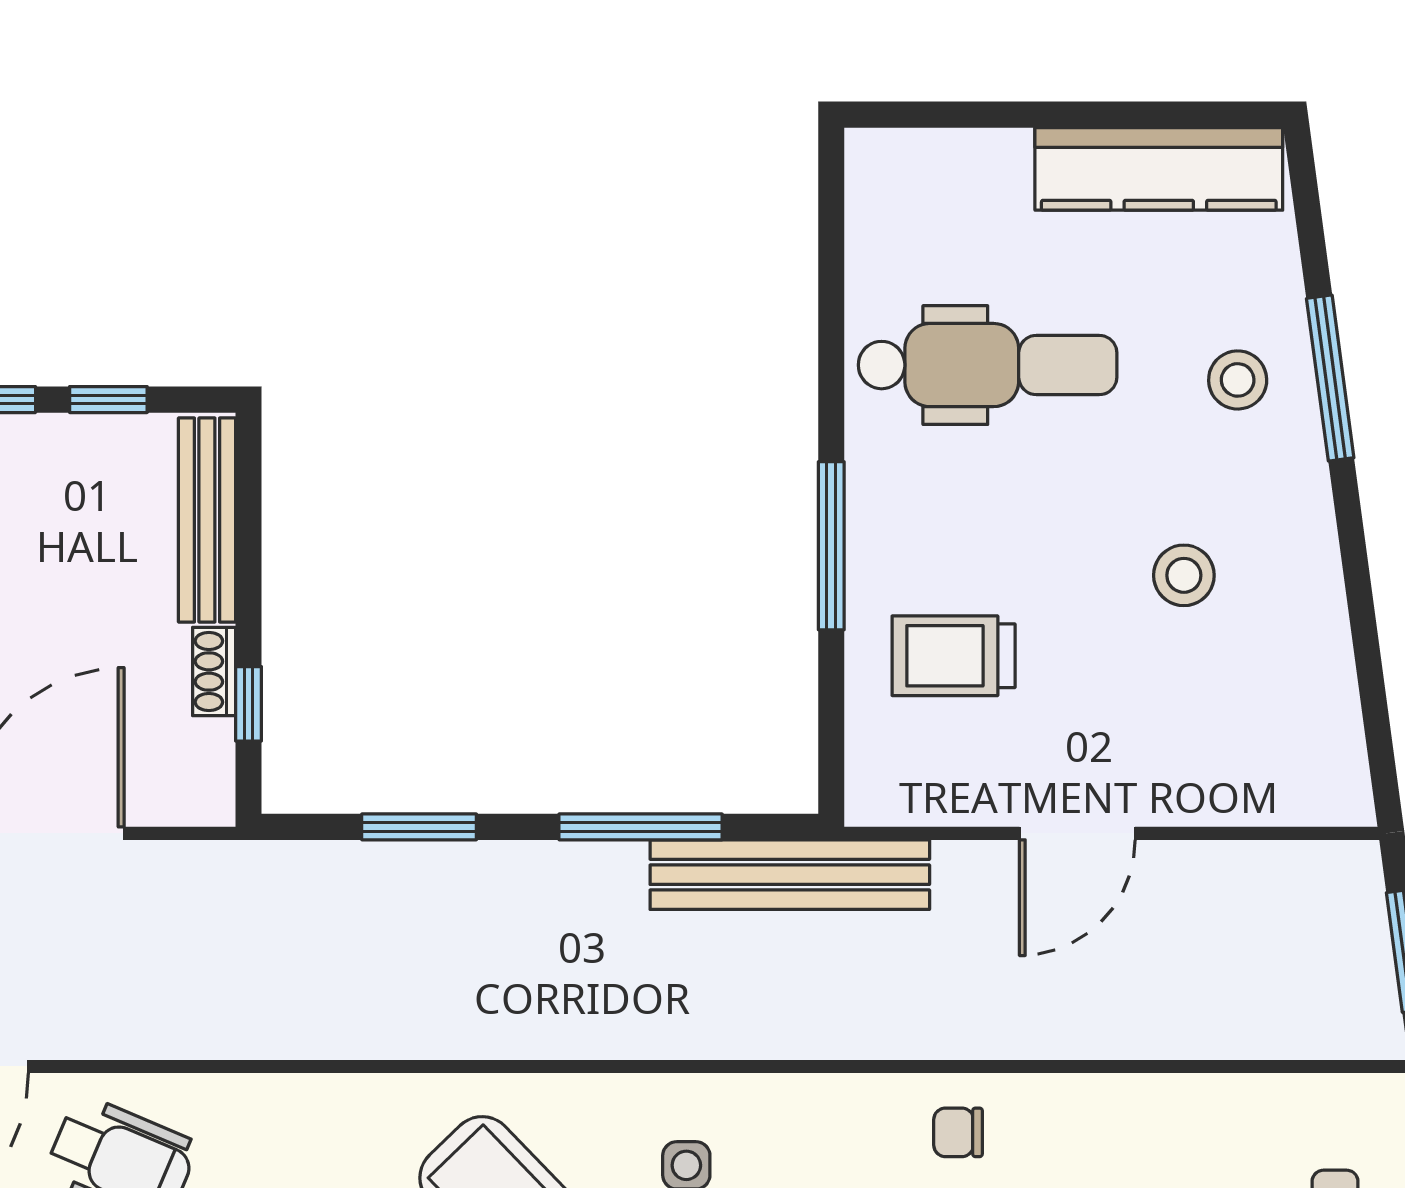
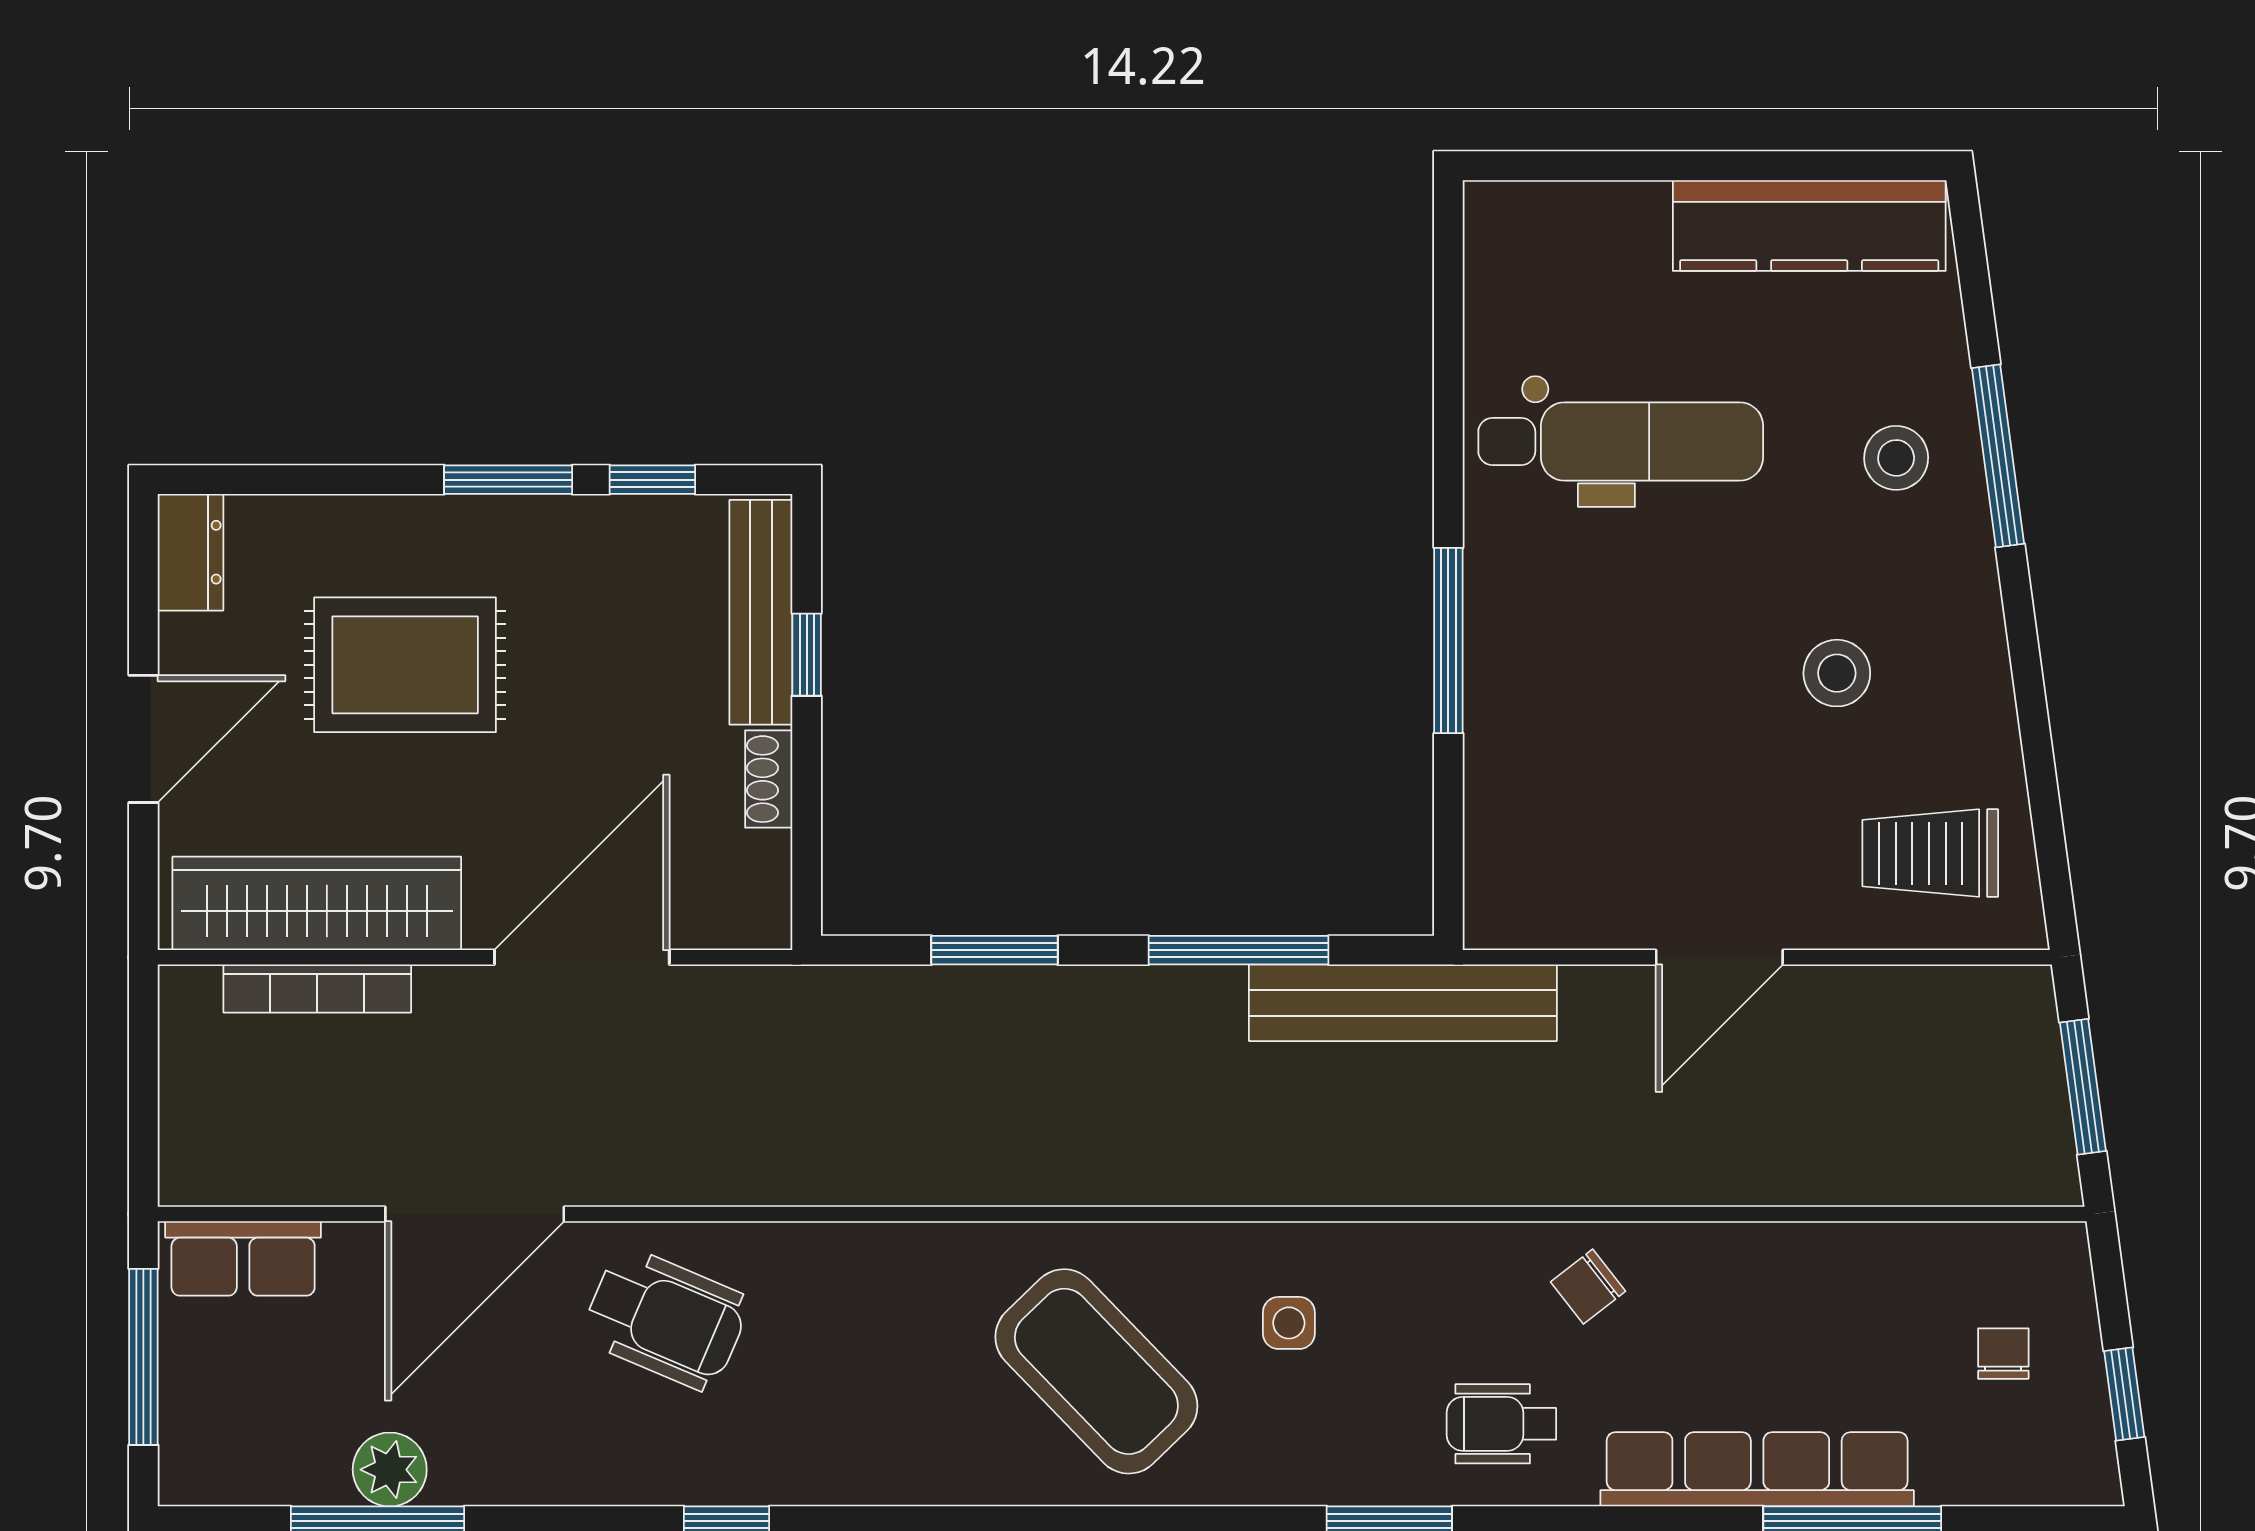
trolley: (954, 656) -> (1930, 853), moved
window: (248, 704) -> (807, 655), moved
chair: (958, 1132) -> (1588, 1287), turned -38

